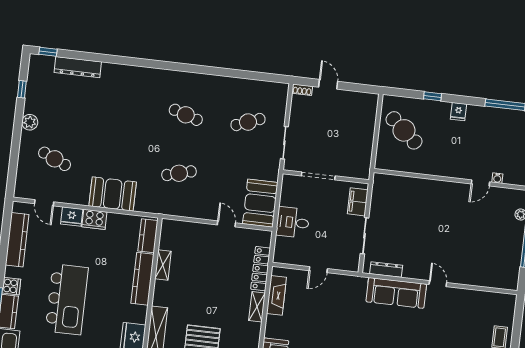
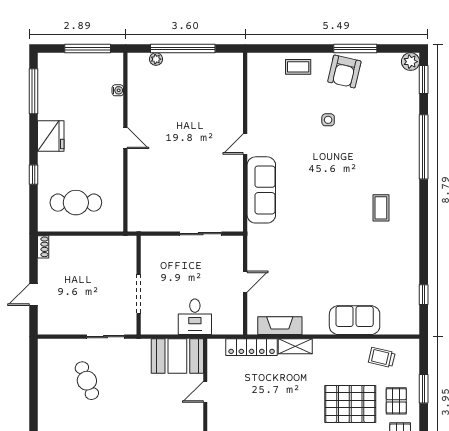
shoe rack: (302, 90) -> (43, 247), moved
fridge: (458, 112) -> (51, 136), width x1.88, depth x1.34
cafe table: (404, 130) -> (76, 203), turned 49
door: (480, 183) -> (125, 138), moved
filing cabinet: (358, 202) -> (163, 246), removed
door: (318, 270) -> (245, 282), hinge flipped
dresser: (386, 270) -> (236, 204), removed

